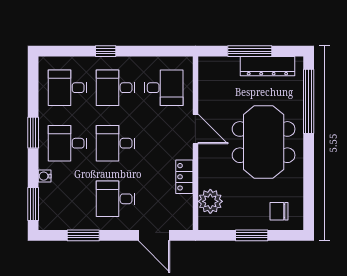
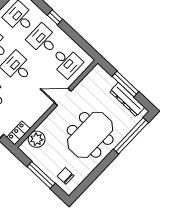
door: (195, 129) -> (63, 97), swing flipped
locker: (184, 177) -> (18, 133), moved
window: (252, 235) -> (41, 175), width x1.44

